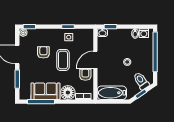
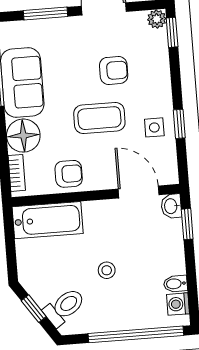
door: (95, 60) -> (139, 192), moved
bathtub: (112, 93) -> (48, 220), moved, turned 90

